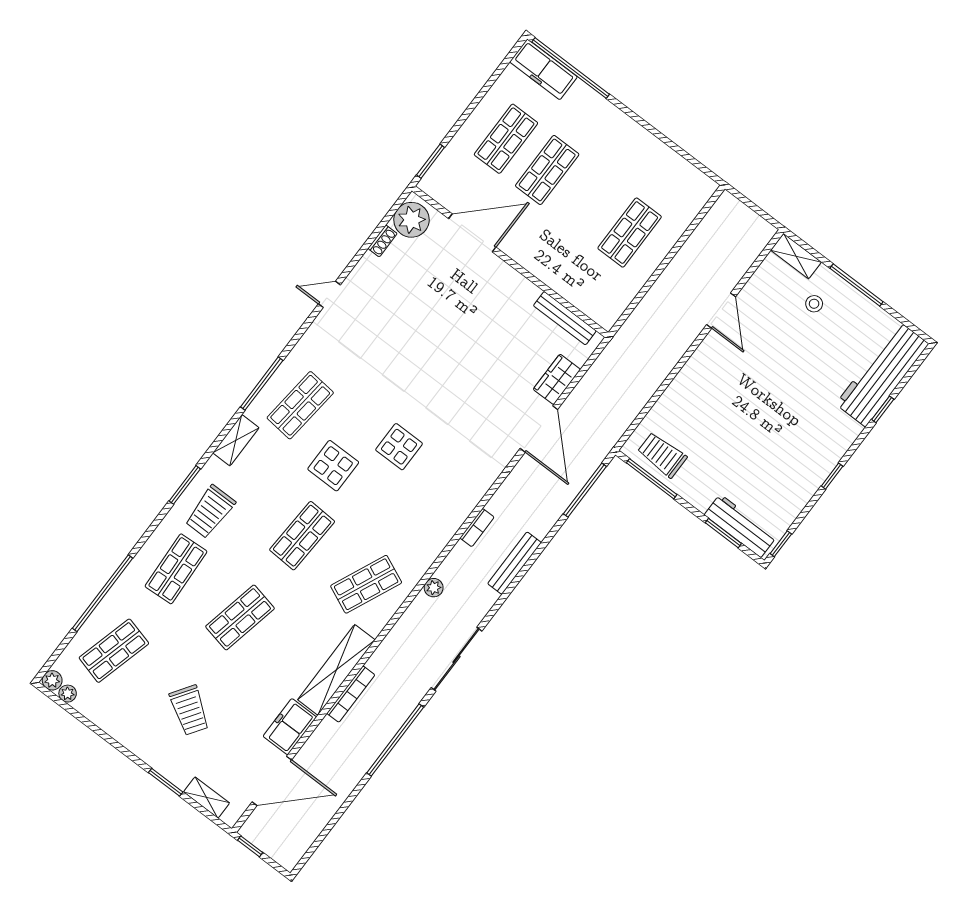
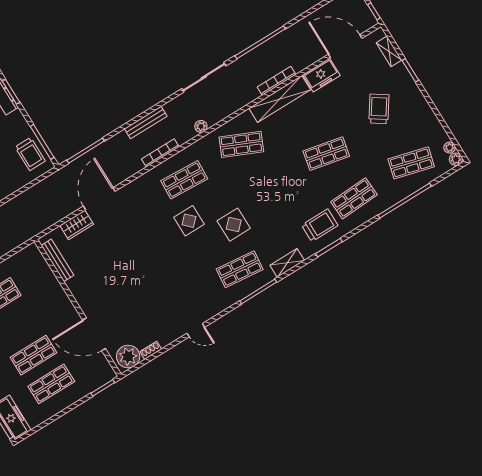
bookcase: (477, 528) -> (160, 153), width x1.56
shop shelf: (302, 536) -> (184, 180), moved

